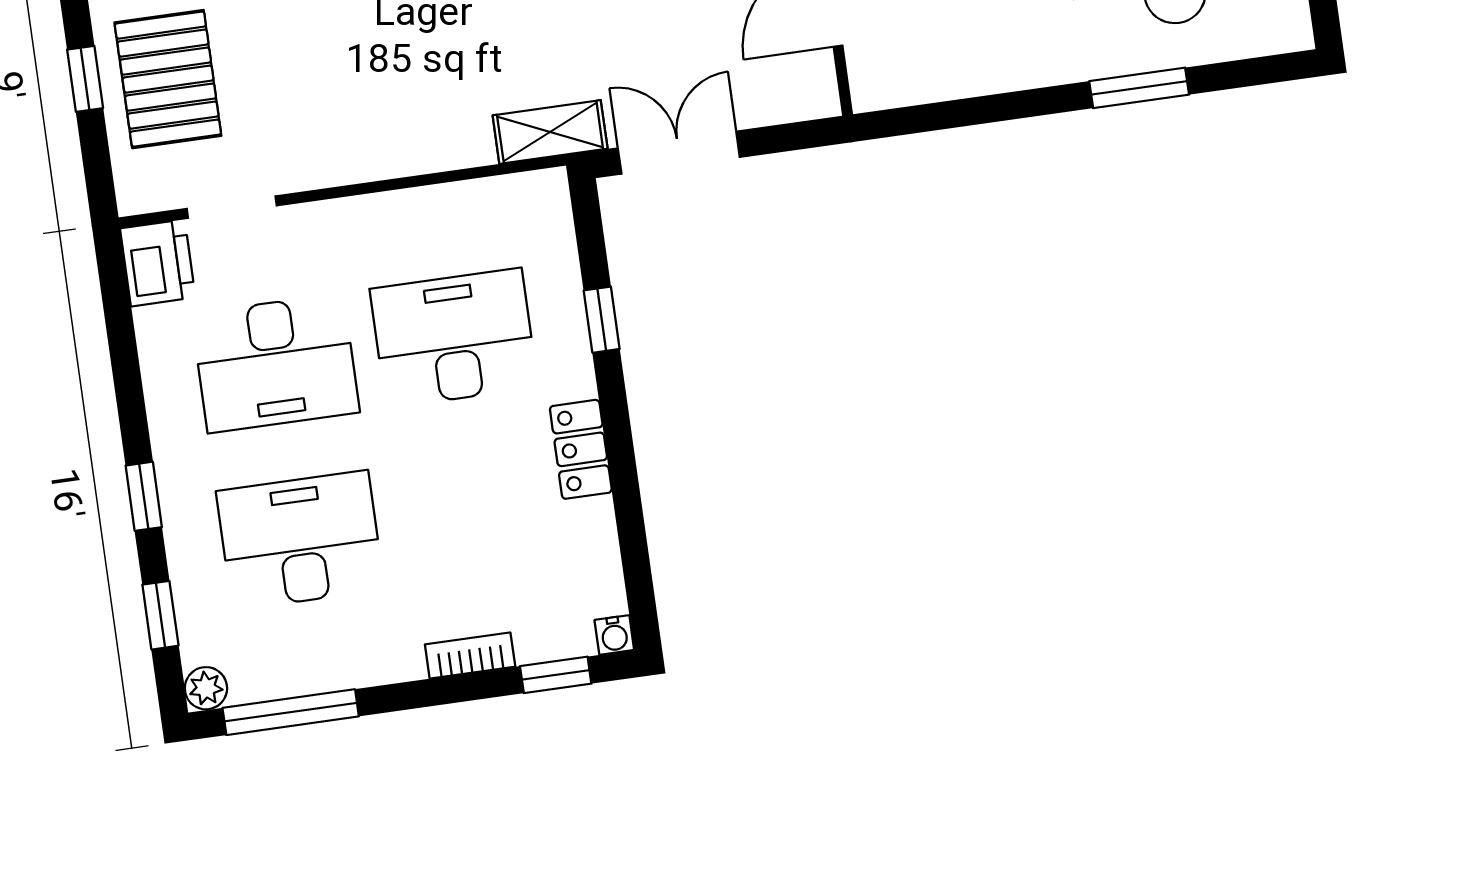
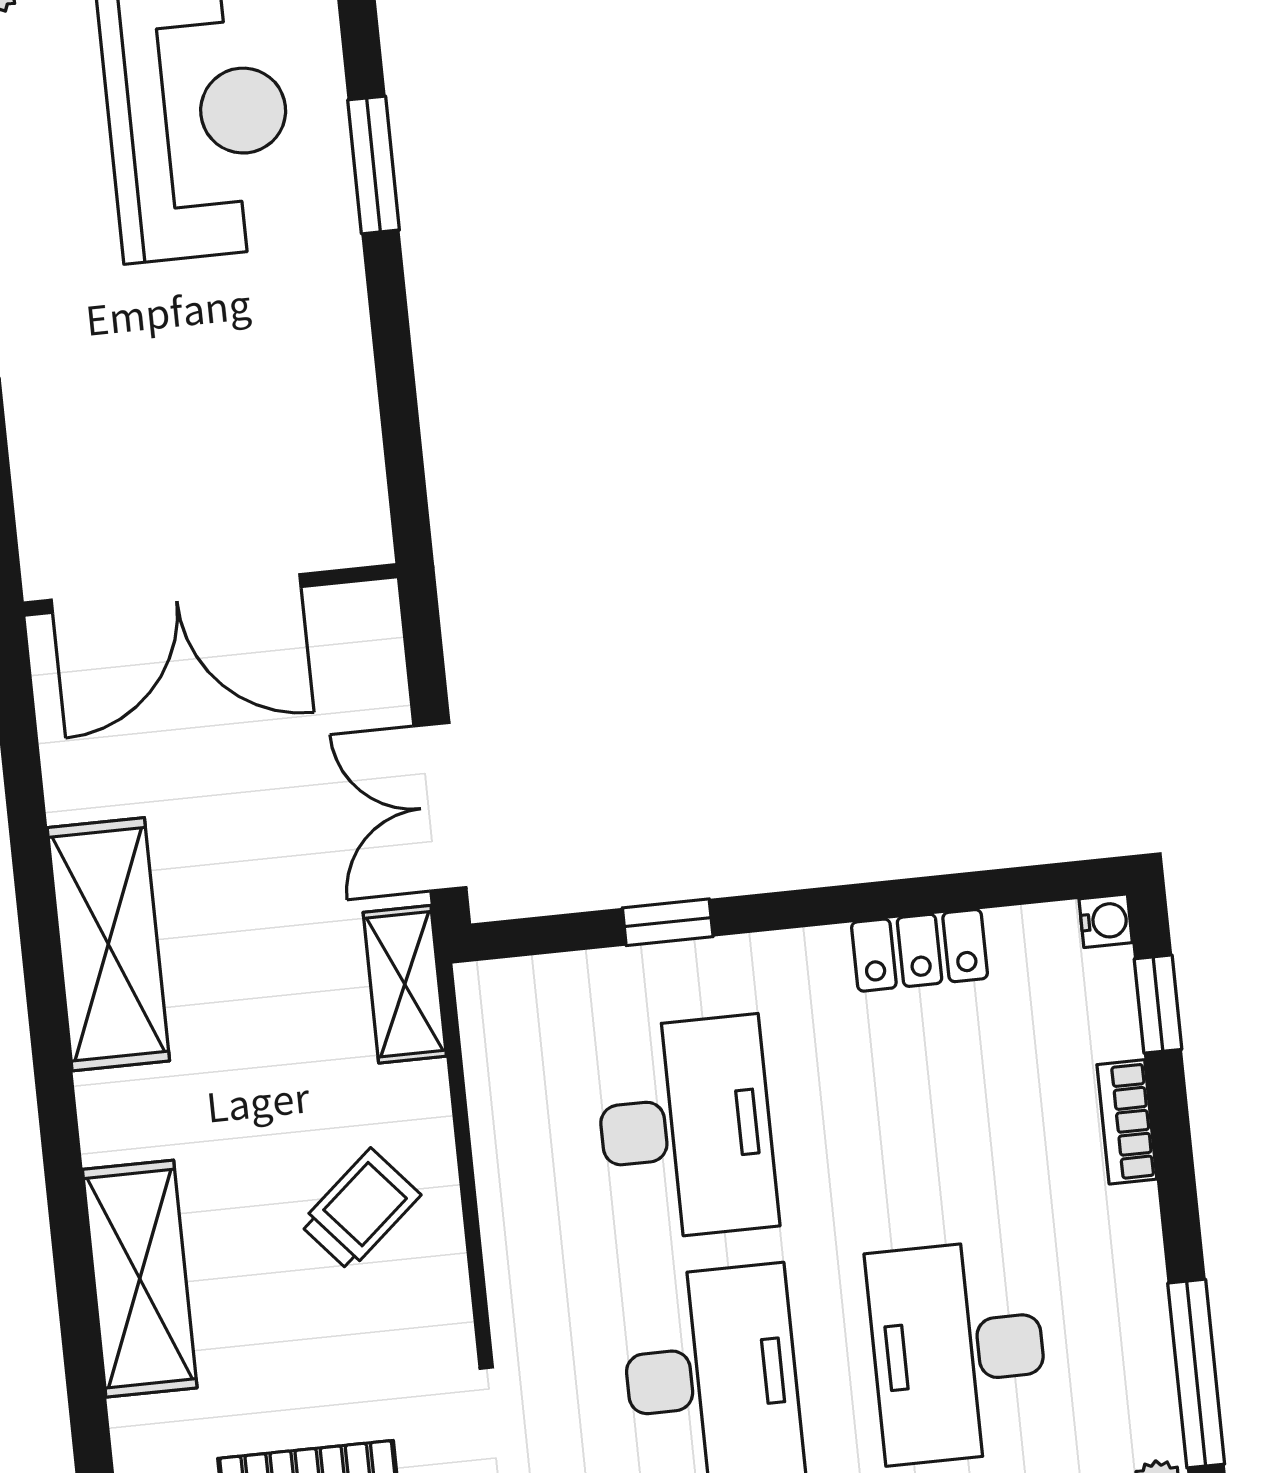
trolley: (387, 106) -> (360, 1209), added
desk: (454, 338) -> (686, 1128), turned 180
locker: (581, 449) -> (920, 950), moved

